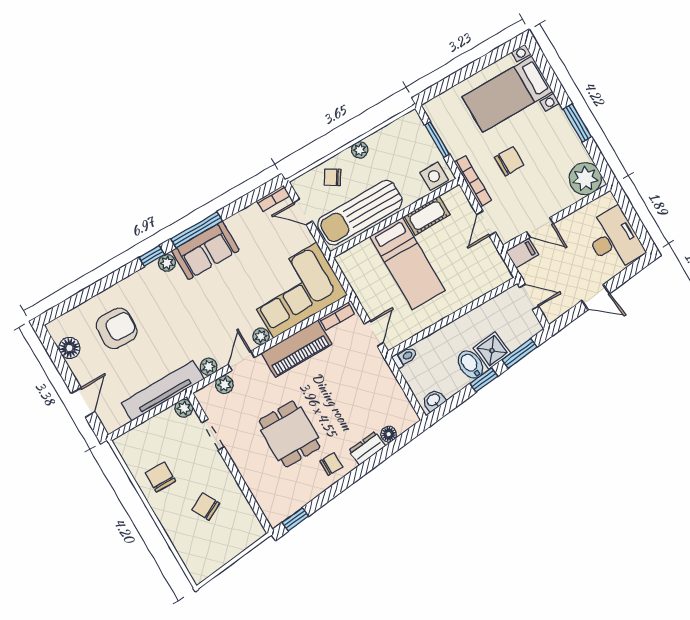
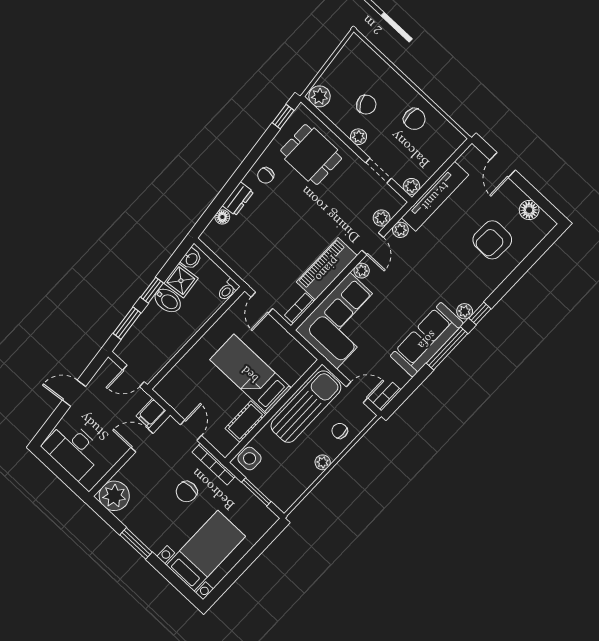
chair: (332, 177) -> (340, 431), turned -122
sofa: (205, 250) -> (427, 340), width x1.36
shower: (492, 350) -> (181, 281), moved
dining table: (290, 434) -> (311, 155), moved
plant: (224, 476) -> (358, 137), added
plant: (252, 529) -> (320, 96), added

